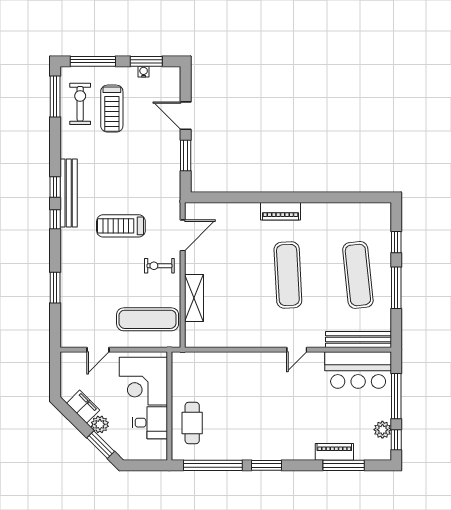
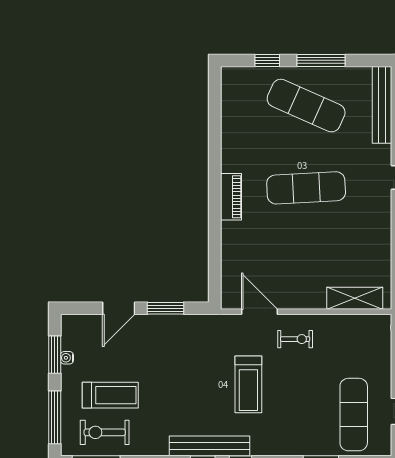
exercise bike: (159, 266) -> (295, 339), turned -90
exercise mat: (358, 275) -> (306, 106), turned 30
shelving: (194, 298) -> (355, 298), moved
exercise mat: (148, 319) -> (354, 415), moved

